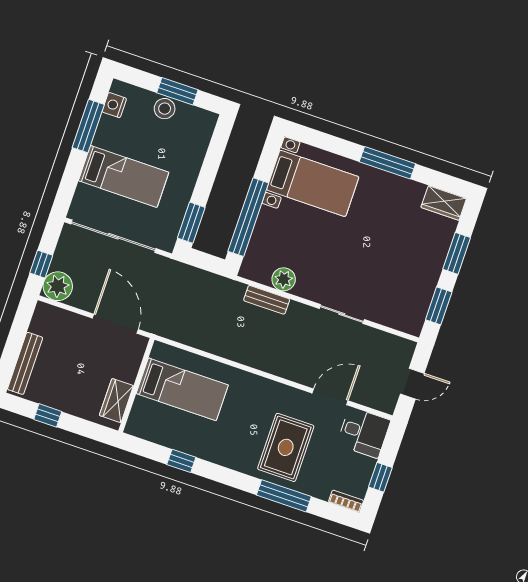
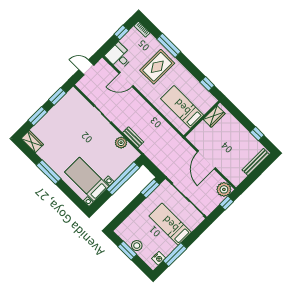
wall: (136, 385) -> (202, 119), moved
bed: (182, 389) -> (182, 107), moved
wardrobe: (116, 401) -> (214, 116), moved

